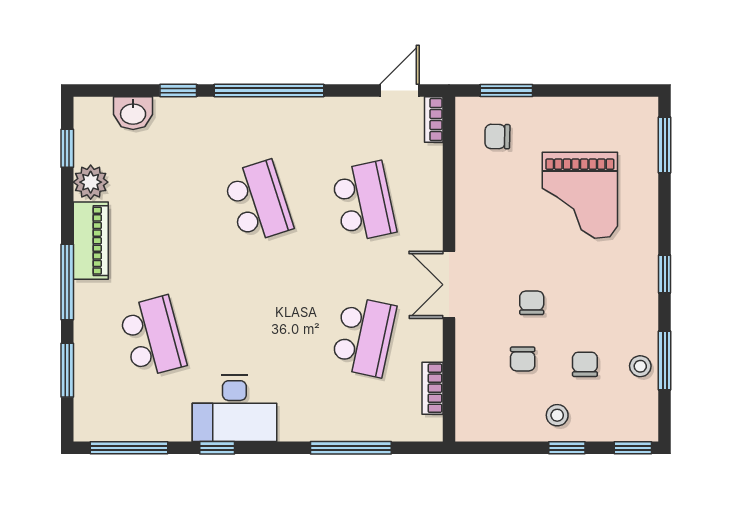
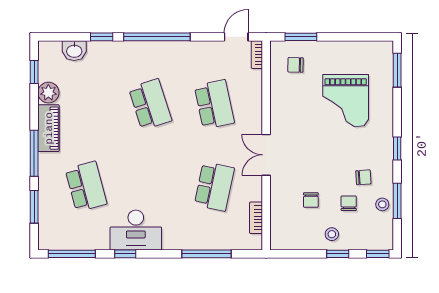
chair: (532, 303) -> (363, 177), moved, turned 86

